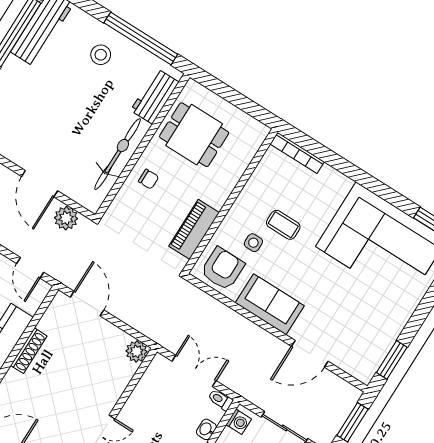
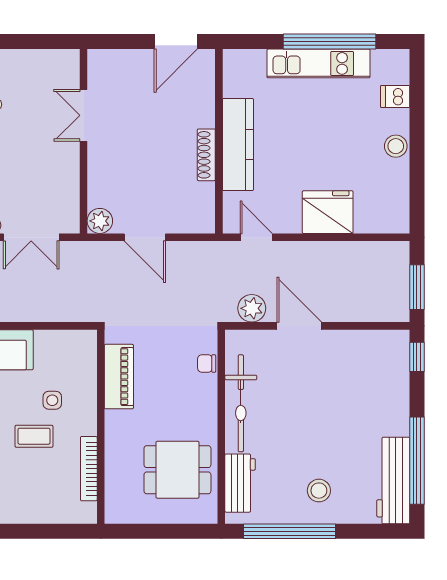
bookcase: (297, 153) -> (89, 469), moved, turned -90
chair: (149, 179) -> (207, 363), moved
armchair: (223, 269) -> (66, 356), removed
door: (87, 304) -> (145, 237), moved

